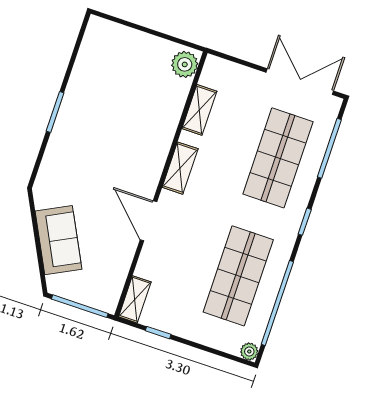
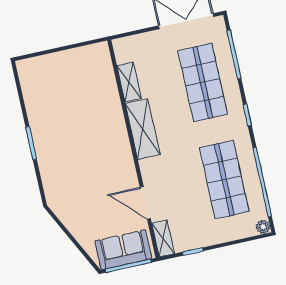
plant: (185, 64) -> (100, 57), removed
shelving: (180, 168) -> (143, 129), width x1.50, depth x1.33
door: (149, 221) -> (145, 203), moved
sofa: (58, 240) -> (123, 250), moved, turned -63

